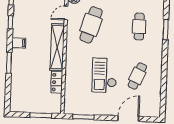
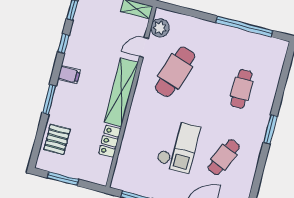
window: (166, 30) -> (270, 129), moved
checkout: (104, 75) -> (178, 146), turned 180
pallet: (20, 89) -> (57, 139), added
window: (41, 115) -> (63, 179), moved

